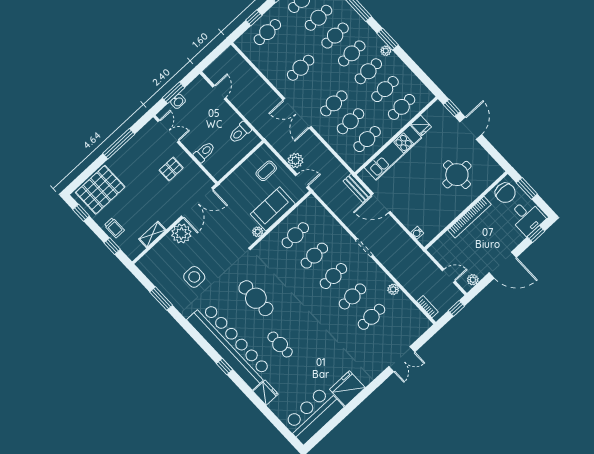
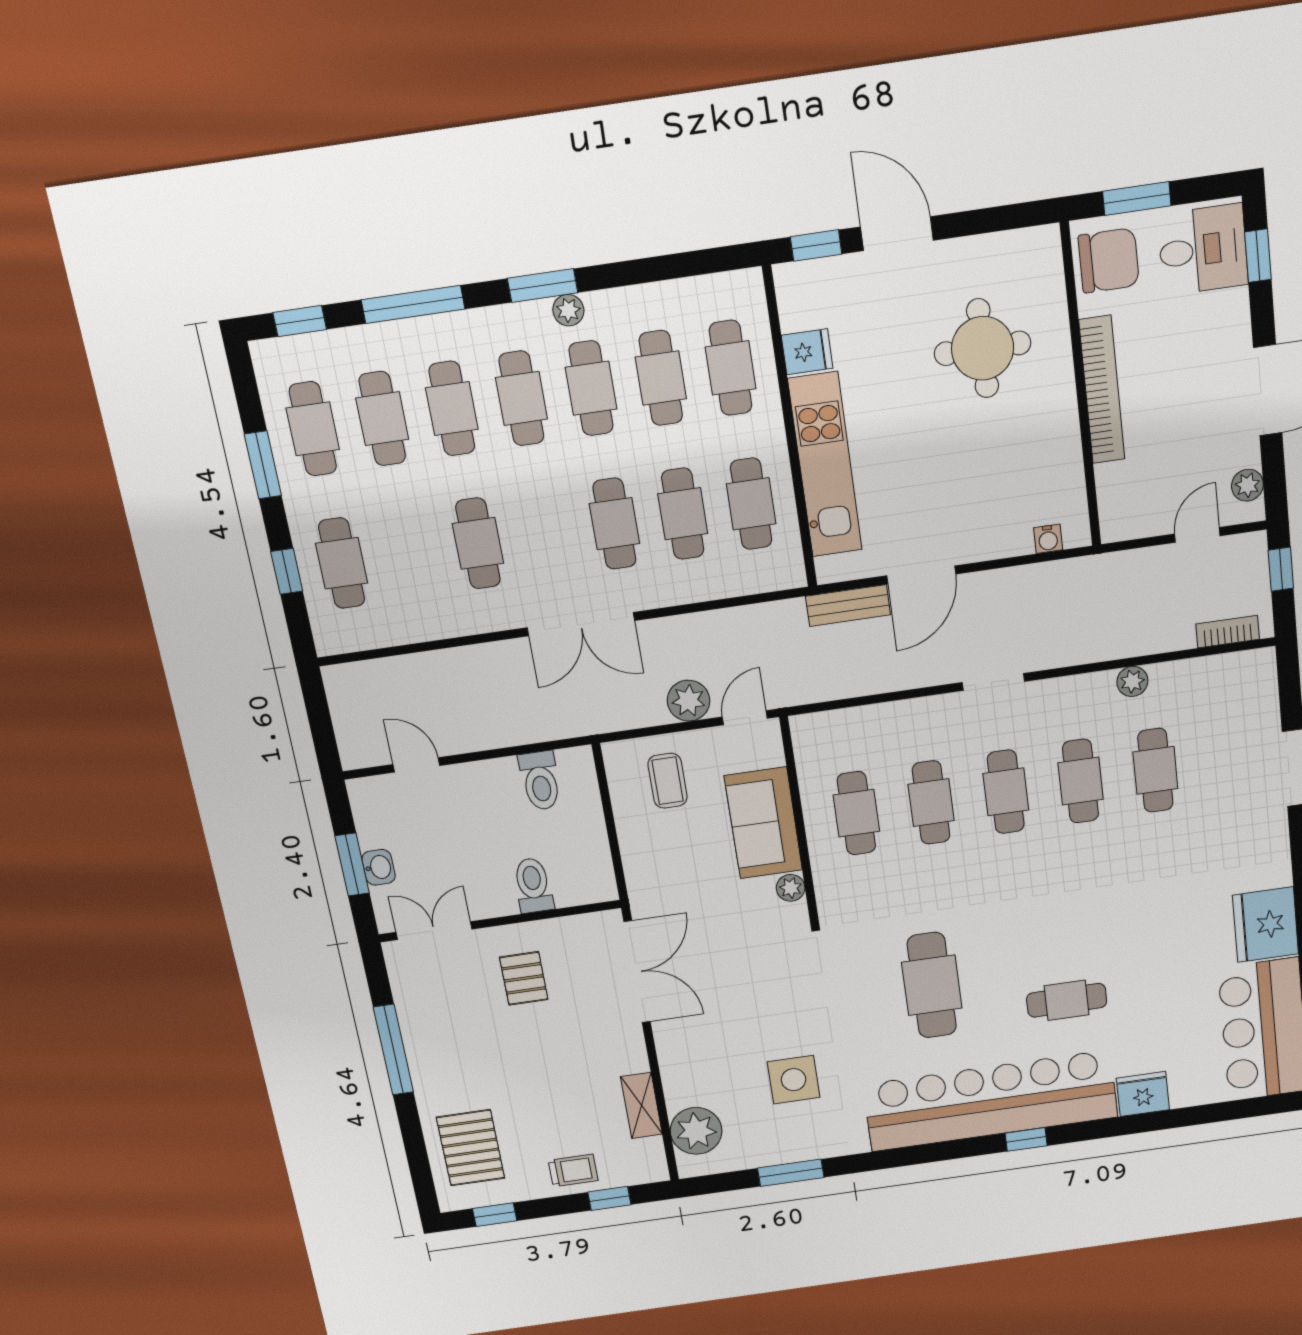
pallet: (100, 190) -> (471, 1148), width x0.73, depth x0.71
plant: (181, 234) -> (696, 1131), moved
cafe table: (256, 298) -> (932, 985), turned 90

